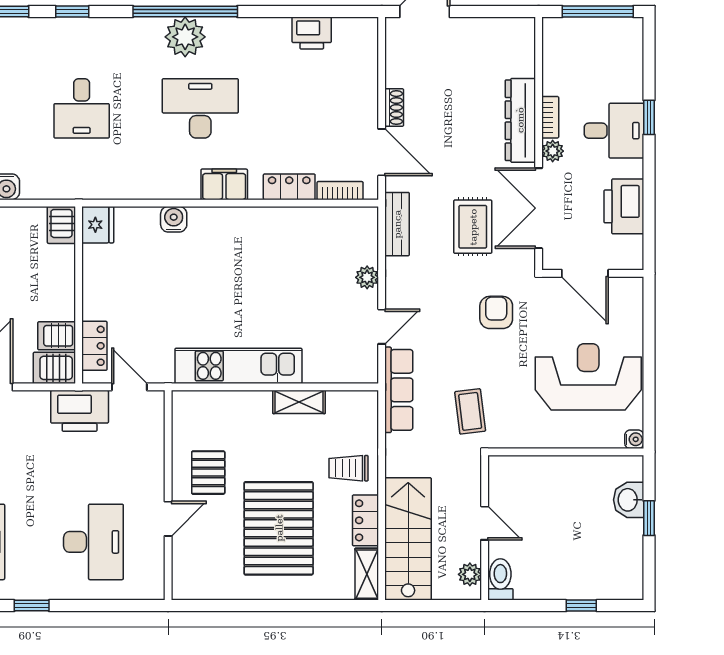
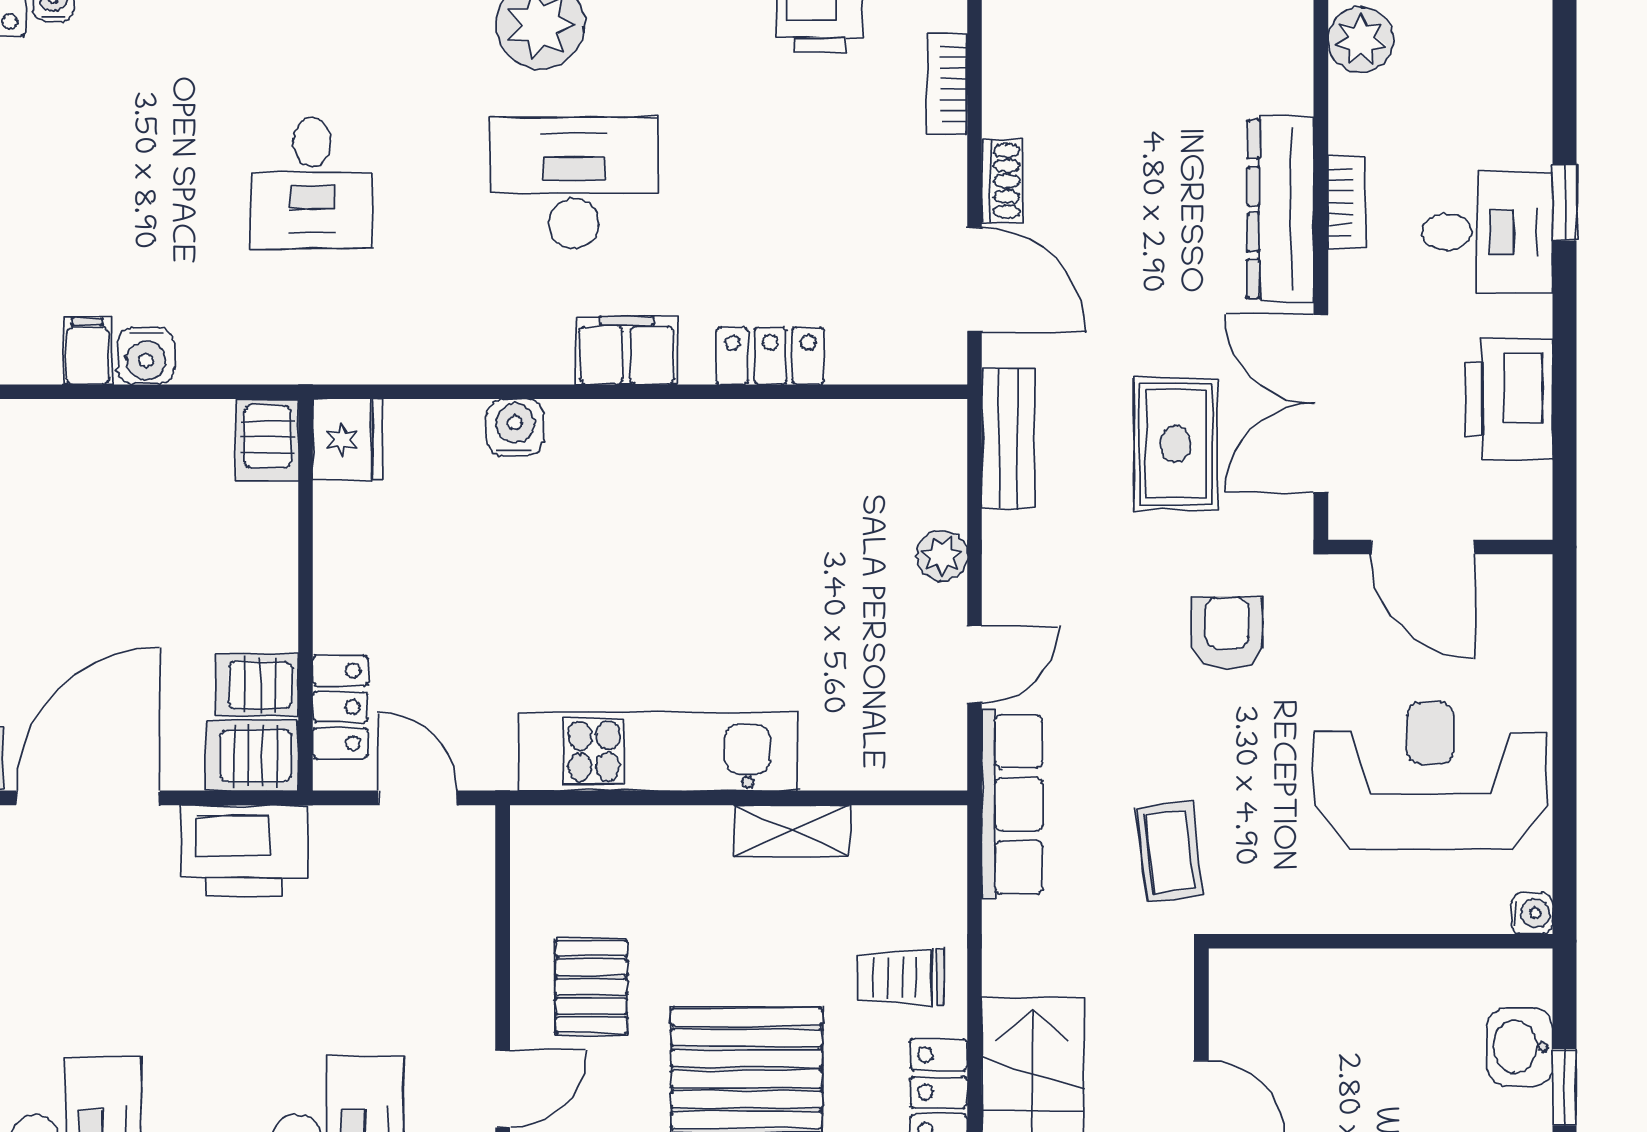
plant: (553, 151) -> (1361, 40), moved, width x1.38, depth x1.38
bookcase: (340, 191) -> (947, 84), moved, turned -90
printer: (80, 411) -> (244, 851), moved

